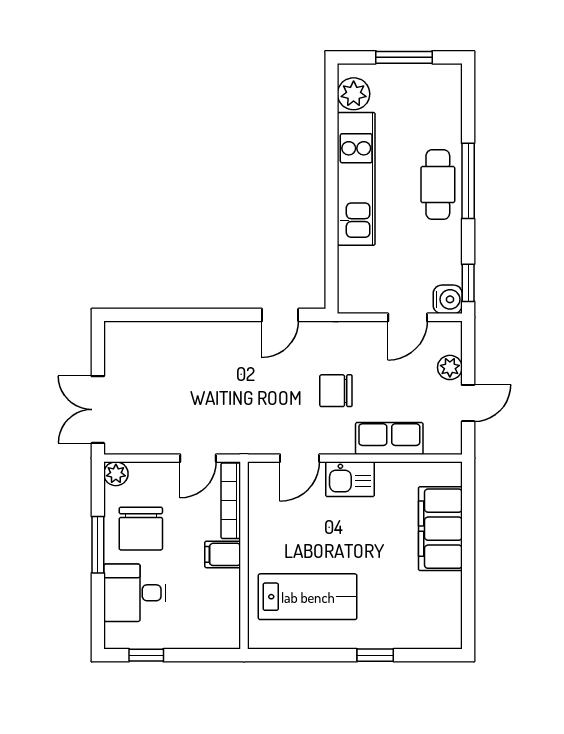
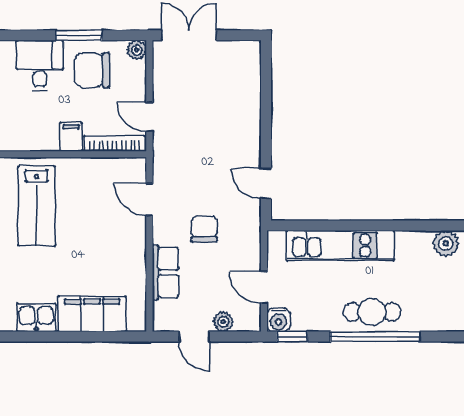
kitchen unit: (356, 179) -> (340, 246), moved
window: (468, 181) -> (375, 337), width x1.46
kitchen sink: (350, 479) -> (36, 317), moved, turned 90

